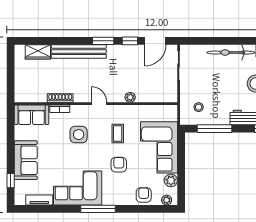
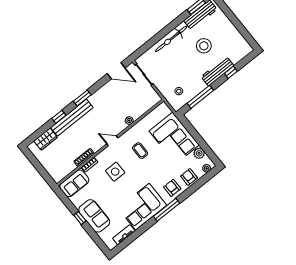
window: (130, 41) -> (59, 117), moved
door: (155, 41) -> (116, 71), hinge flipped
armchair: (119, 165) -> (172, 188), moved
window: (11, 181) -> (80, 218), moved

